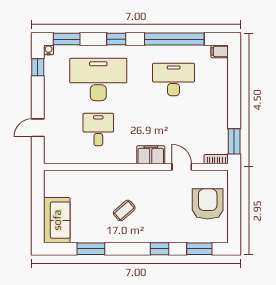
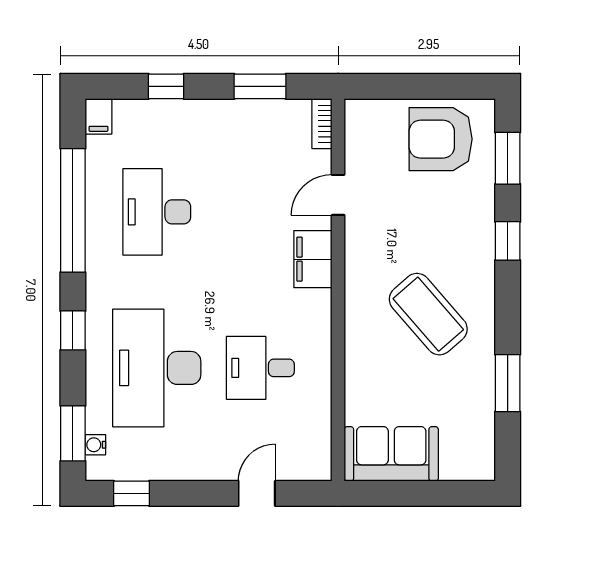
water cooler: (49, 50) -> (95, 445), moved
window: (234, 84) -> (166, 86), added
door: (38, 128) -> (257, 493), swing flipped
window: (234, 141) -> (260, 86), moved
armchair: (208, 204) -> (441, 139), moved
coffee table: (124, 210) -> (428, 314), width x1.86, depth x1.72
sofa: (57, 220) -> (391, 454), moved

